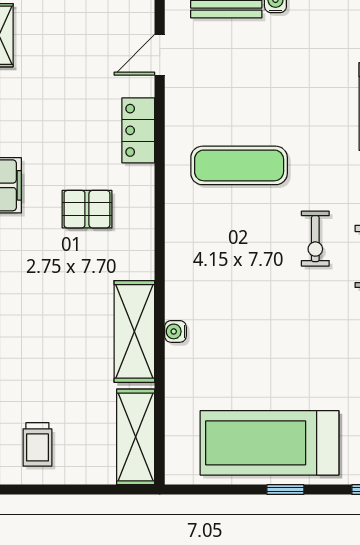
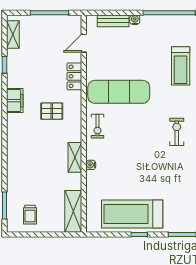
exercise mat: (239, 165) -> (119, 92), width x1.36, depth x1.45
exercise bike: (315, 239) -> (97, 126), moved
shelving: (134, 331) -> (75, 157), width x0.67, depth x0.75

